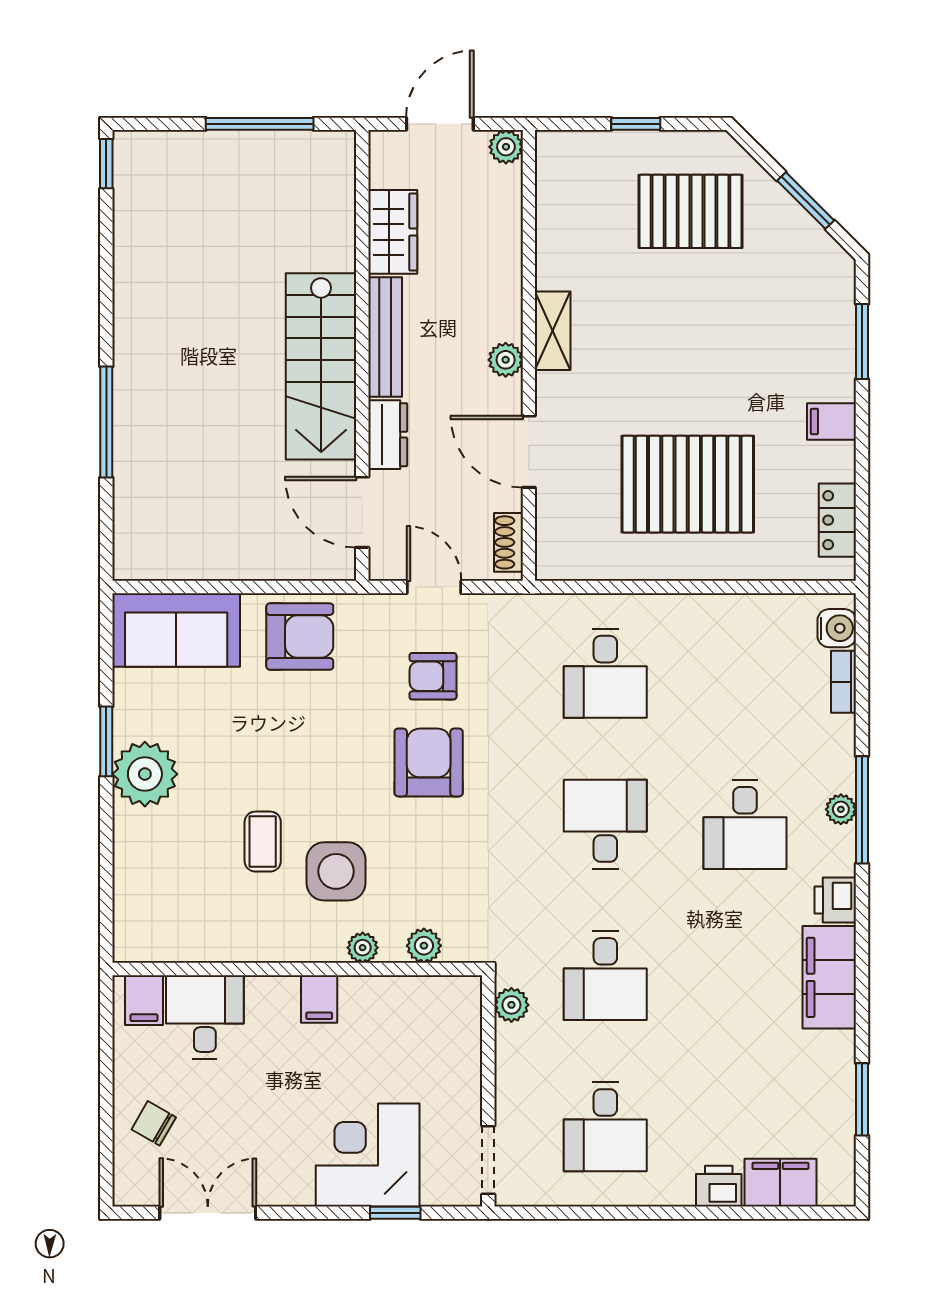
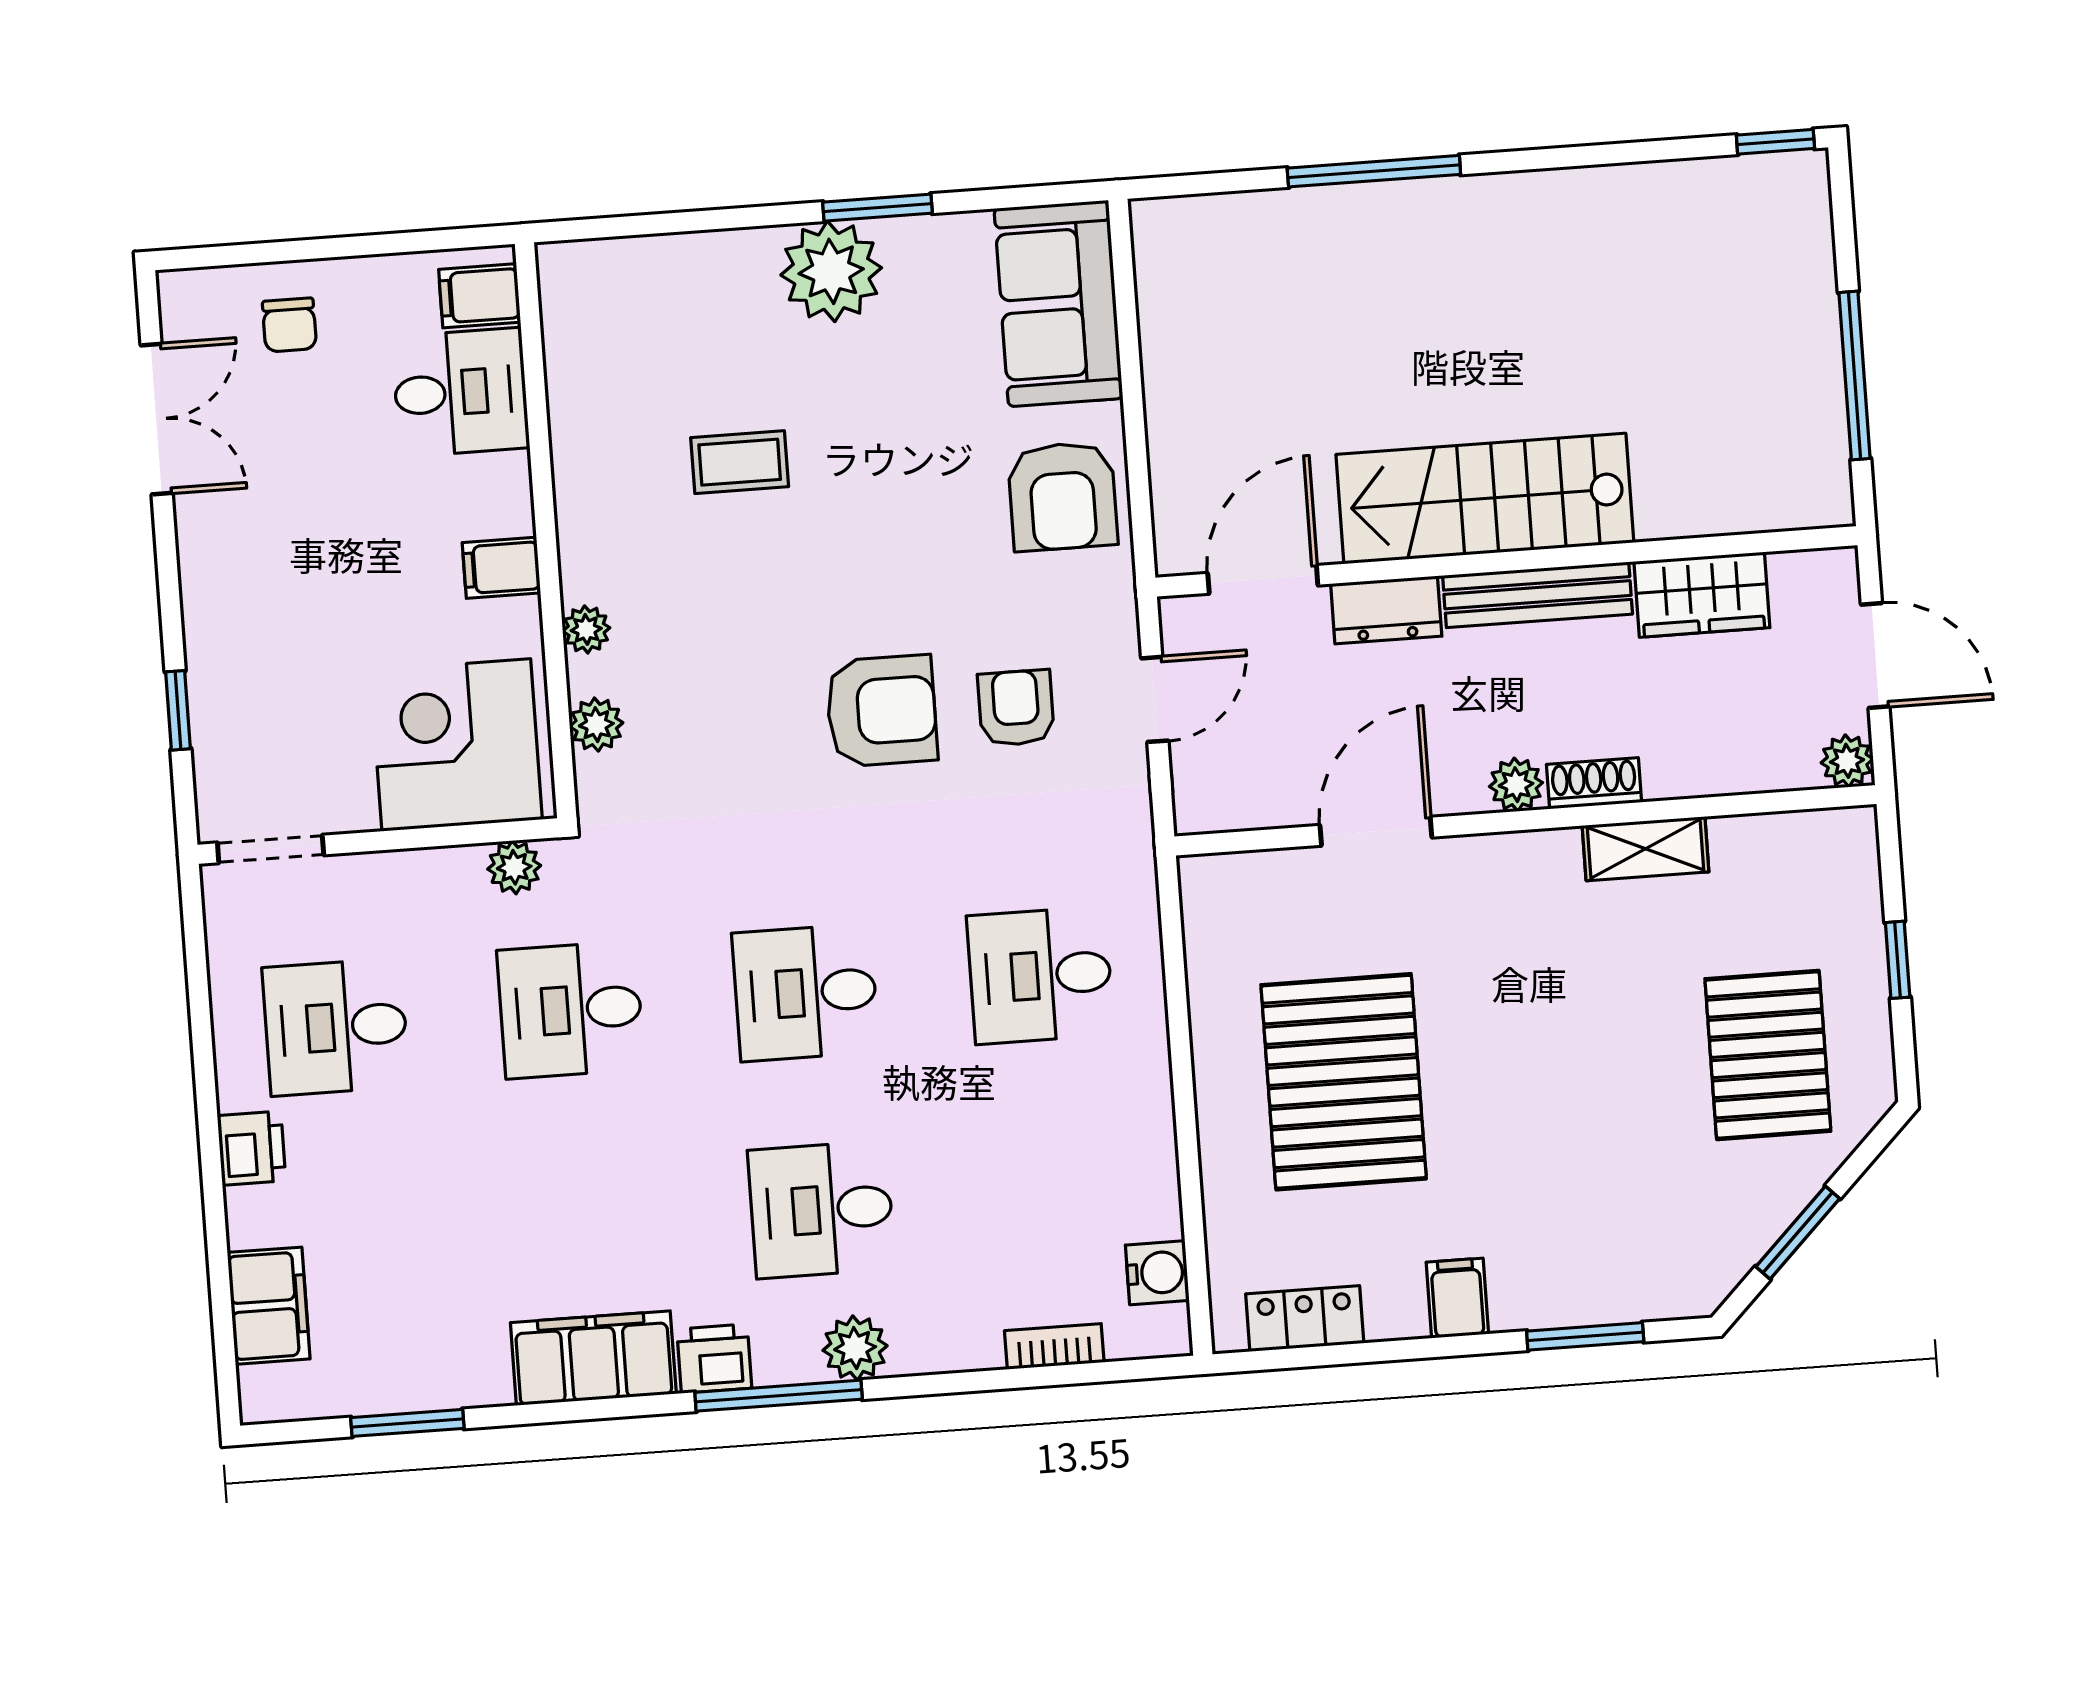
shelving: (553, 331) -> (1646, 849), moved
shoe rack: (508, 542) -> (1594, 783), moved
water cooler: (837, 628) -> (1157, 1273), moved, turned -90
plant: (841, 809) -> (855, 1348), width x1.38, depth x1.38
window: (862, 810) -> (779, 1396), moved
desk: (605, 824) -> (805, 993), turned 180
side table: (336, 871) -> (702, 579), removed
chair: (154, 1123) -> (289, 325), turned 150
corner desk: (368, 1155) -> (456, 745), moved, turned -90
printer: (719, 1186) -> (252, 1148), moved

